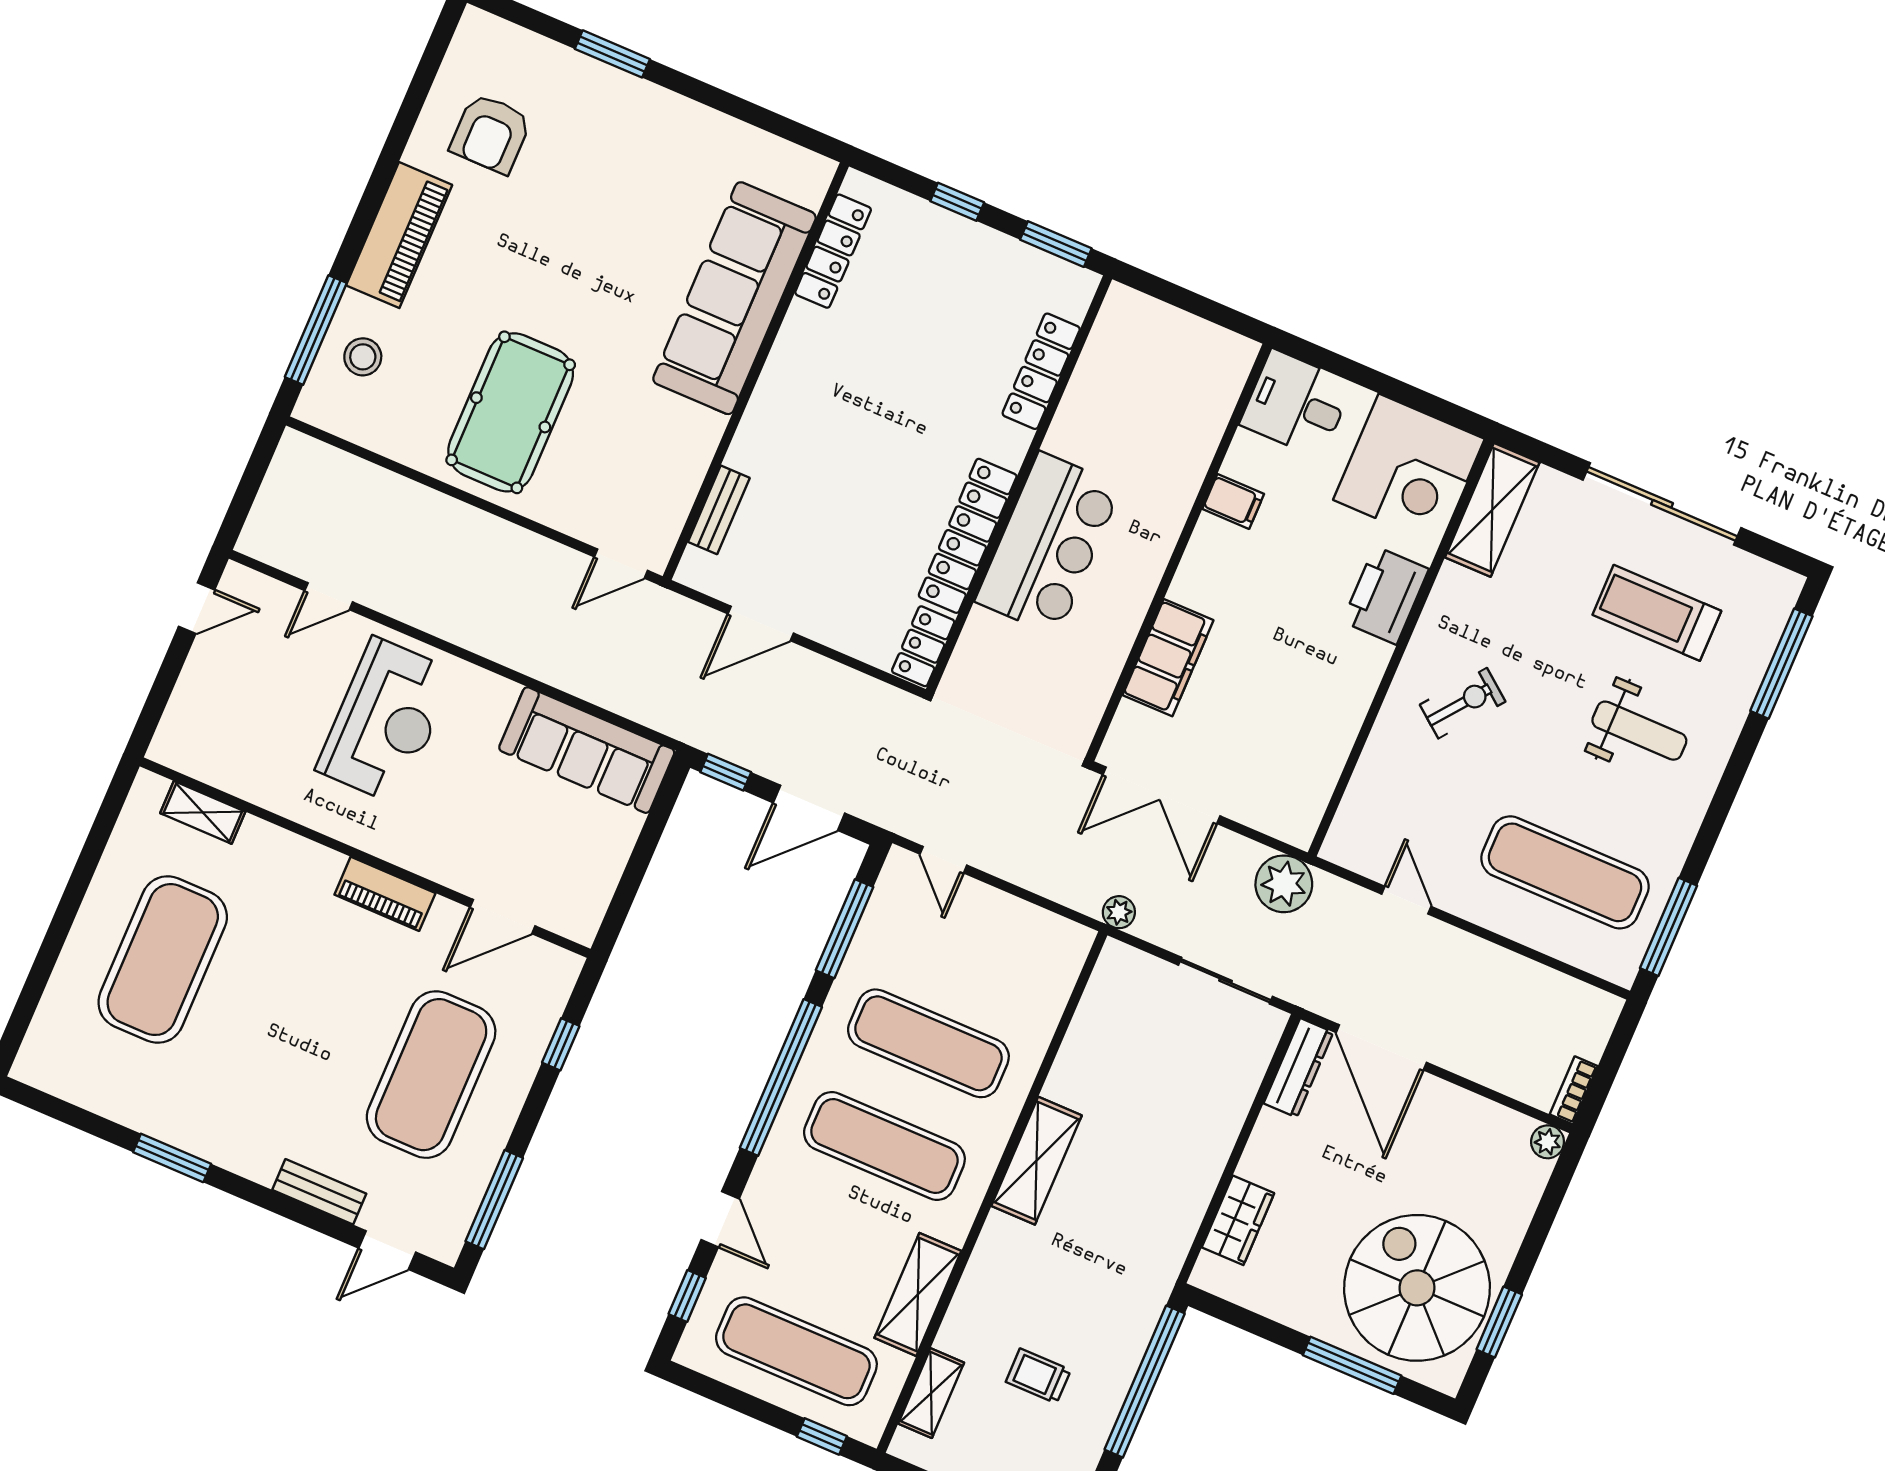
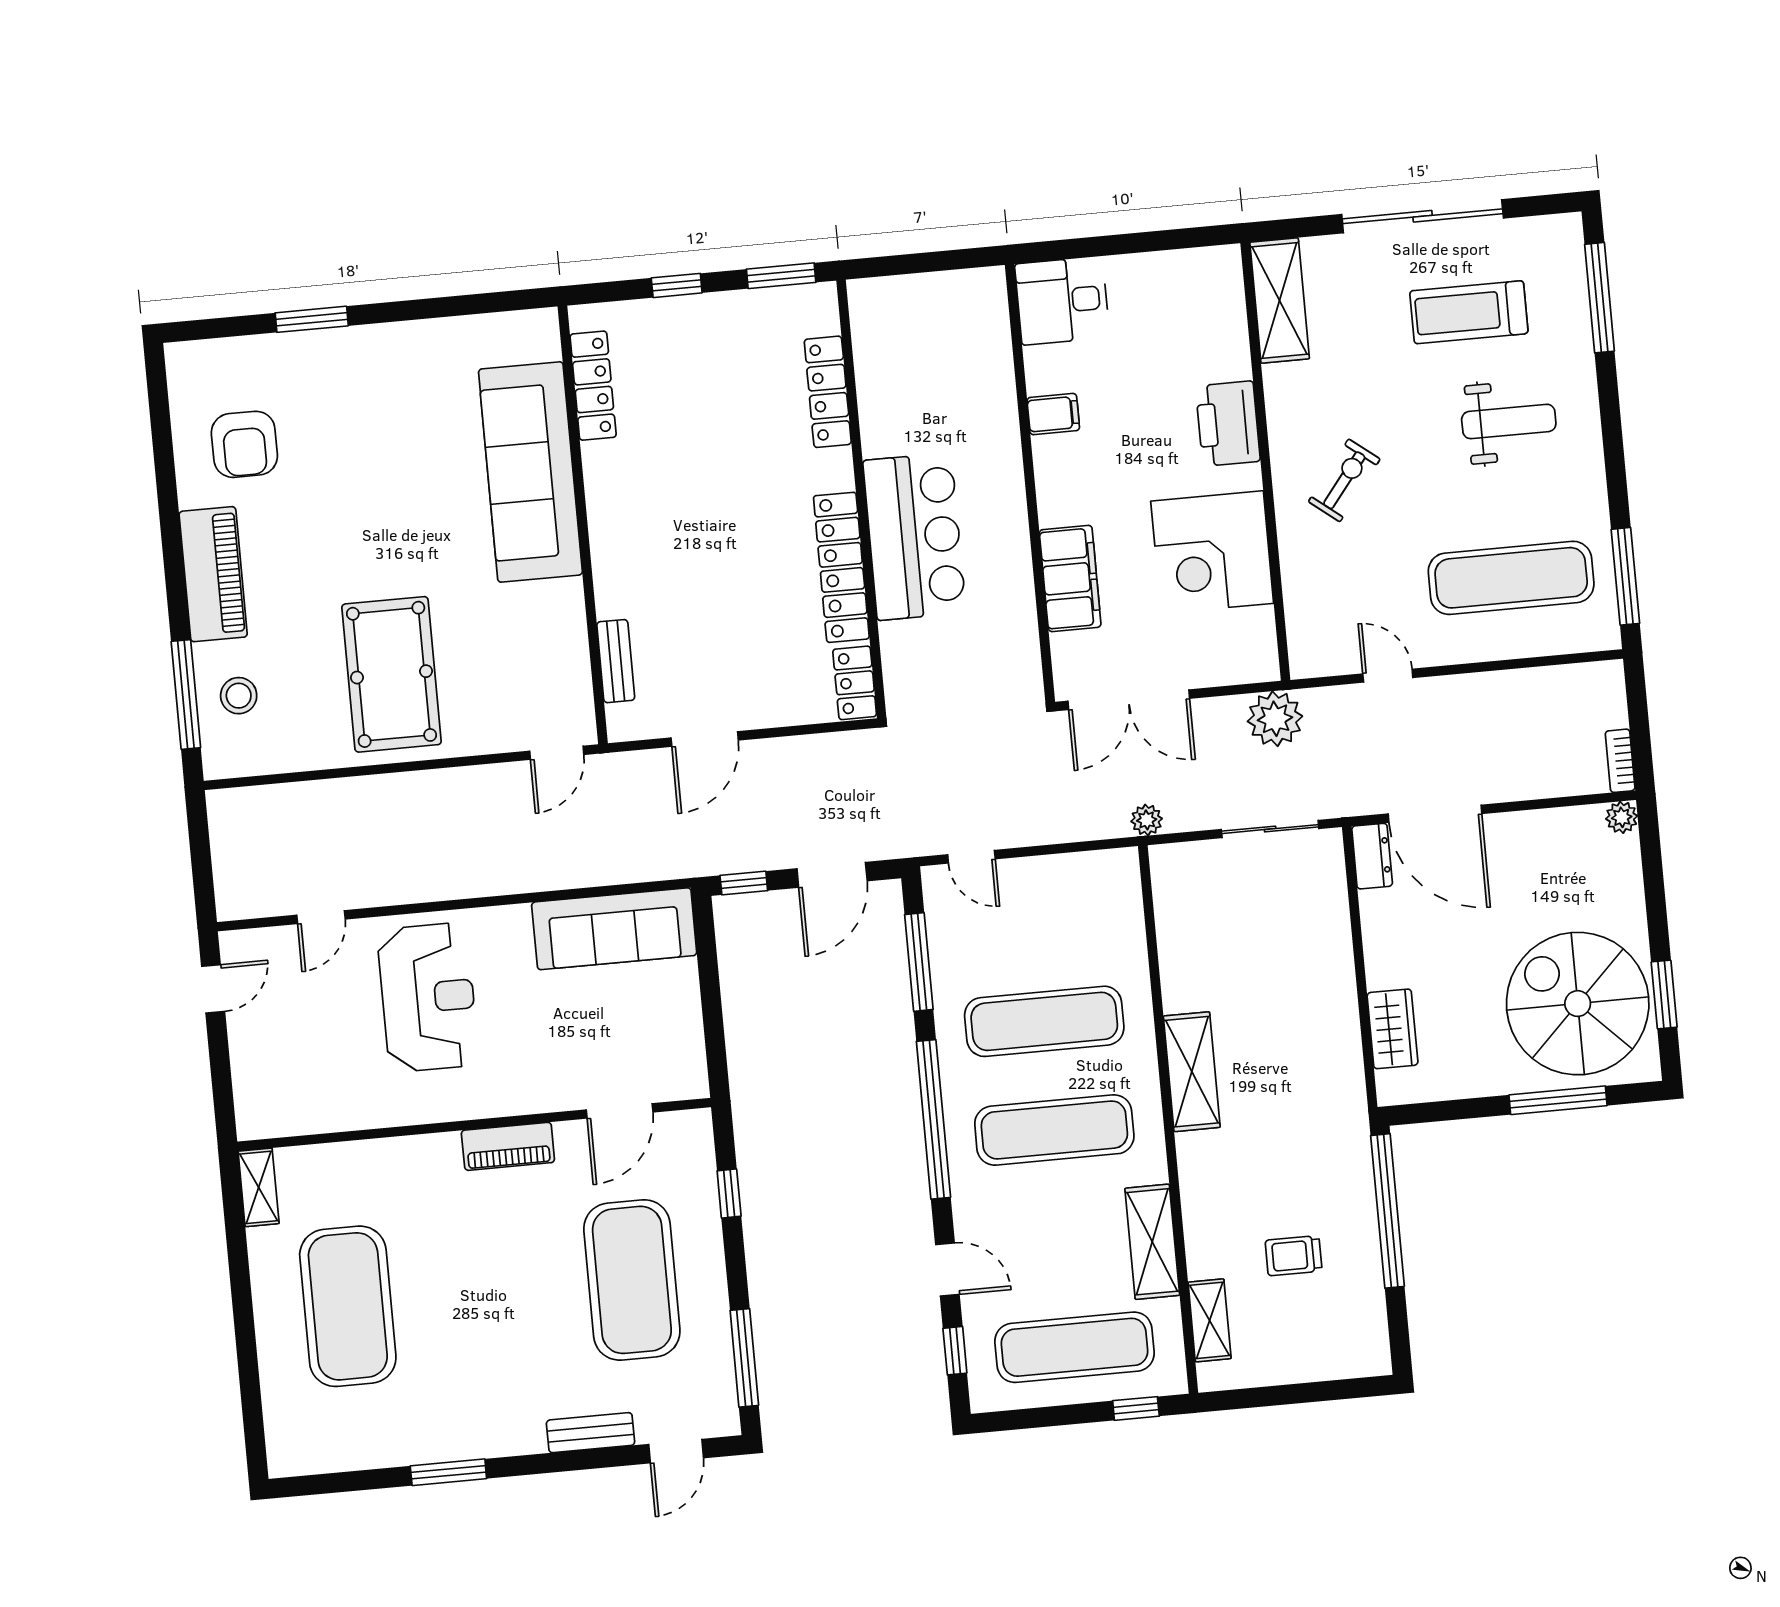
corner desk: (1409, 469) -> (1212, 552), moved, turned 90
shelving: (203, 812) -> (259, 1187), moved, turned 90
dresser: (1298, 1068) -> (1372, 856), width x0.70

